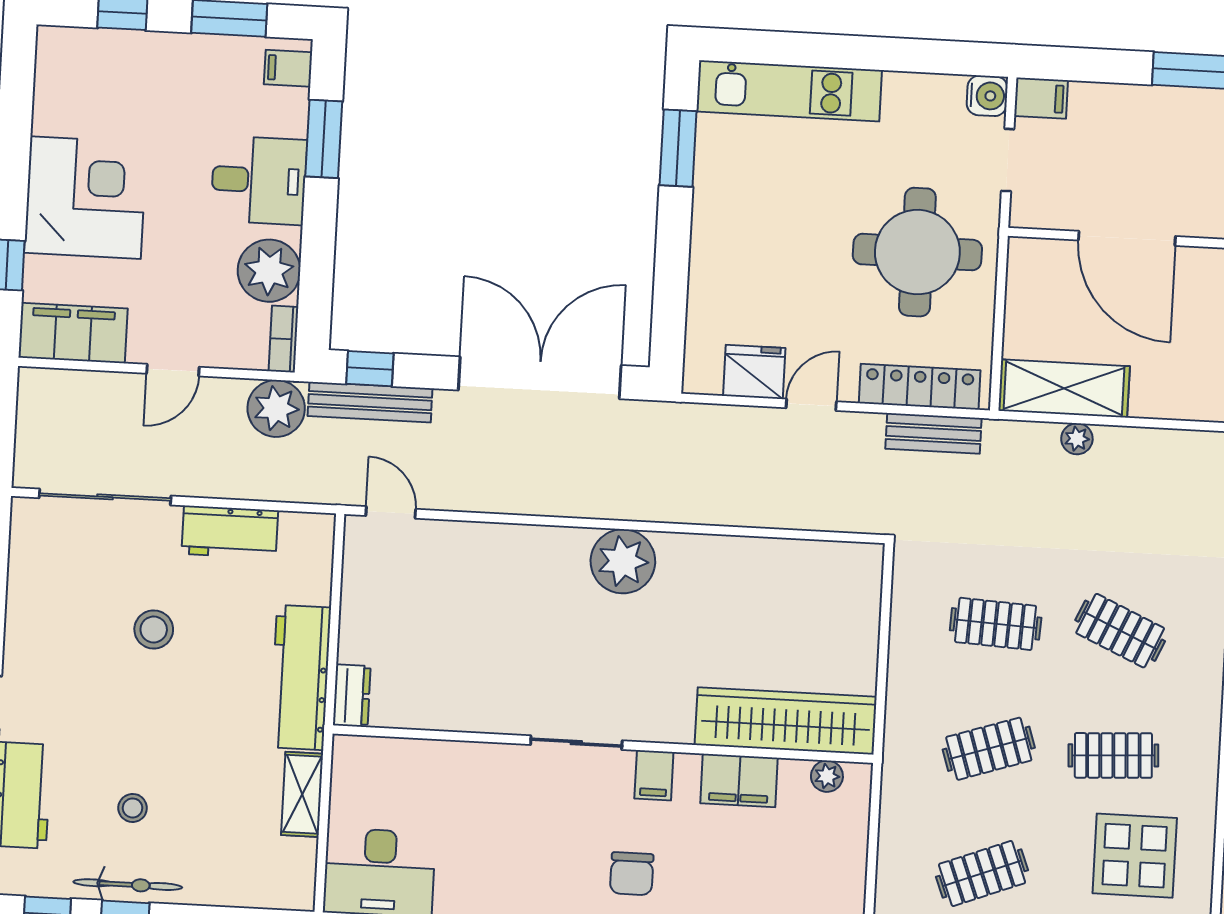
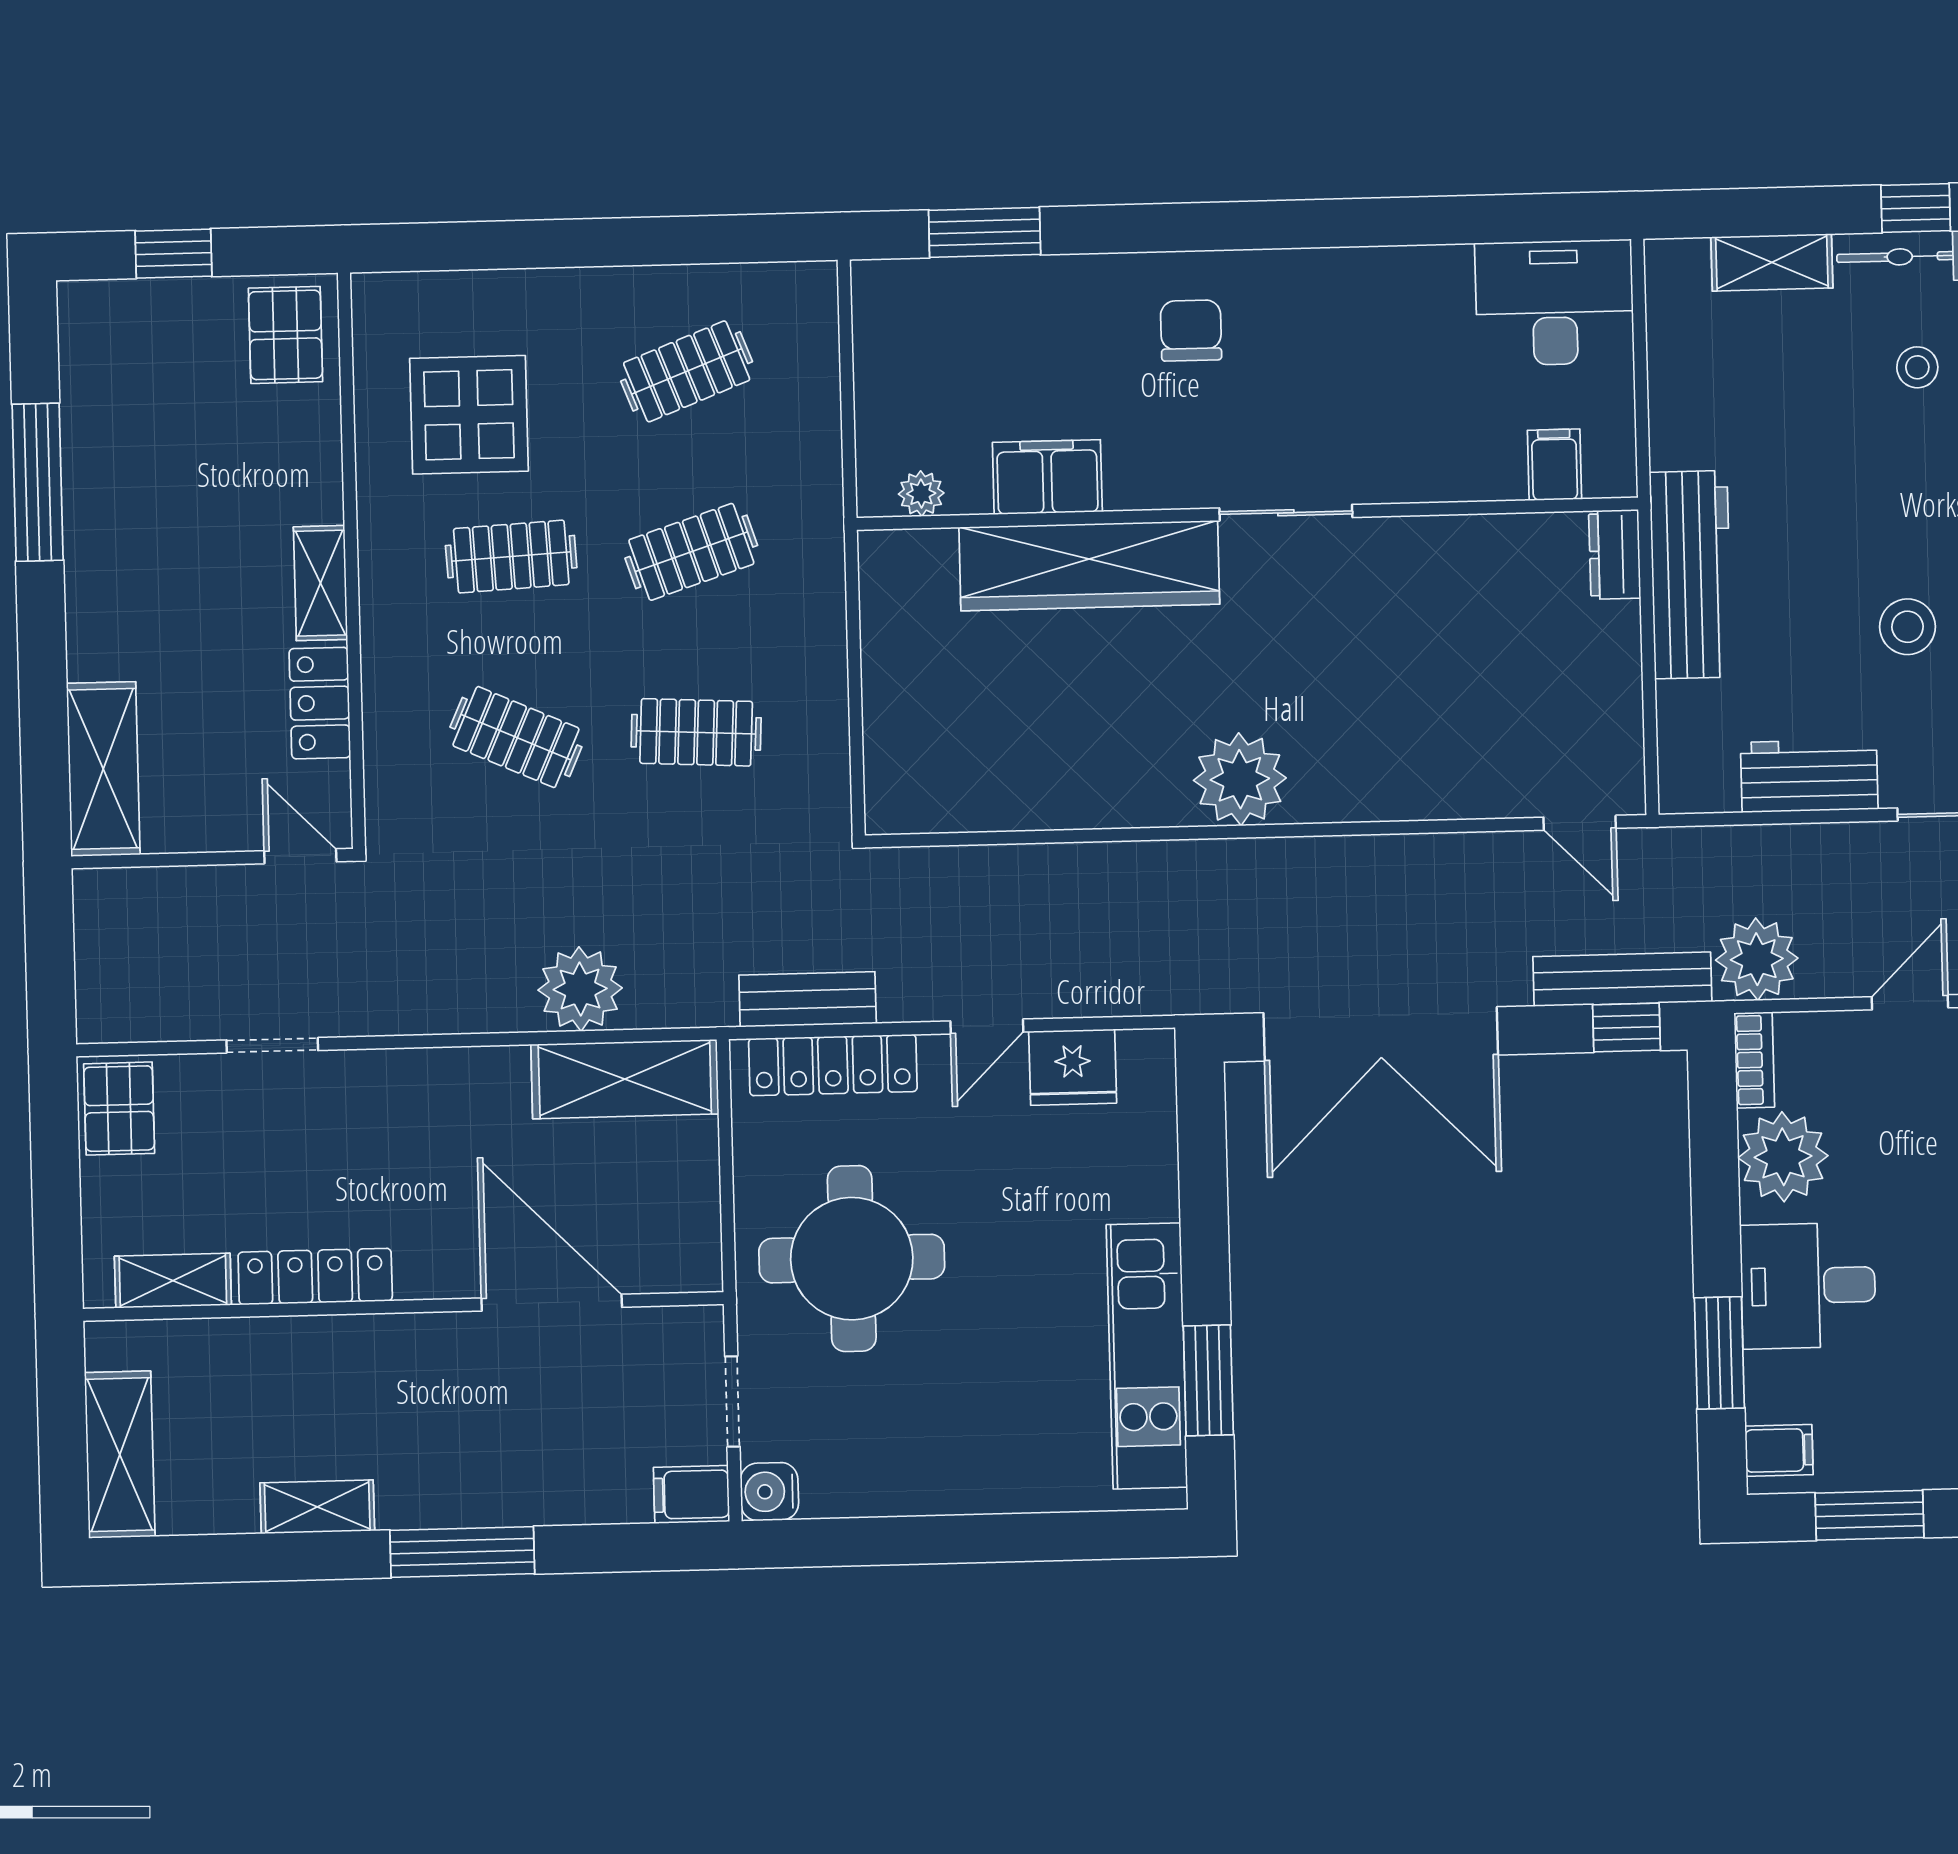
kitchen unit: (789, 91) -> (1147, 1356), moved, turned -90
plant: (1077, 439) -> (580, 989), width x1.87, depth x1.87
wardrobe: (786, 721) -> (1089, 566), moved
filing cabinet: (654, 775) -> (1555, 465), moved
shelving: (302, 794) -> (1772, 262), moved, turned 90

